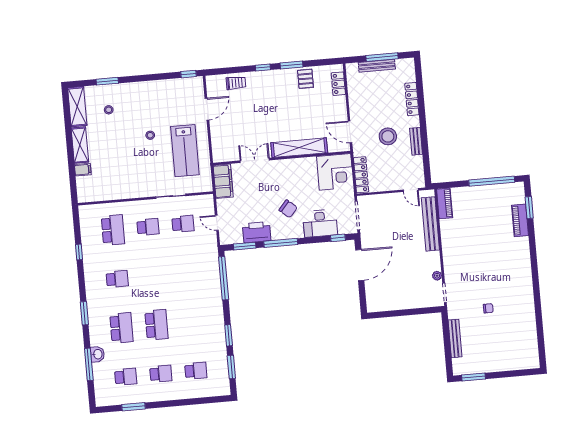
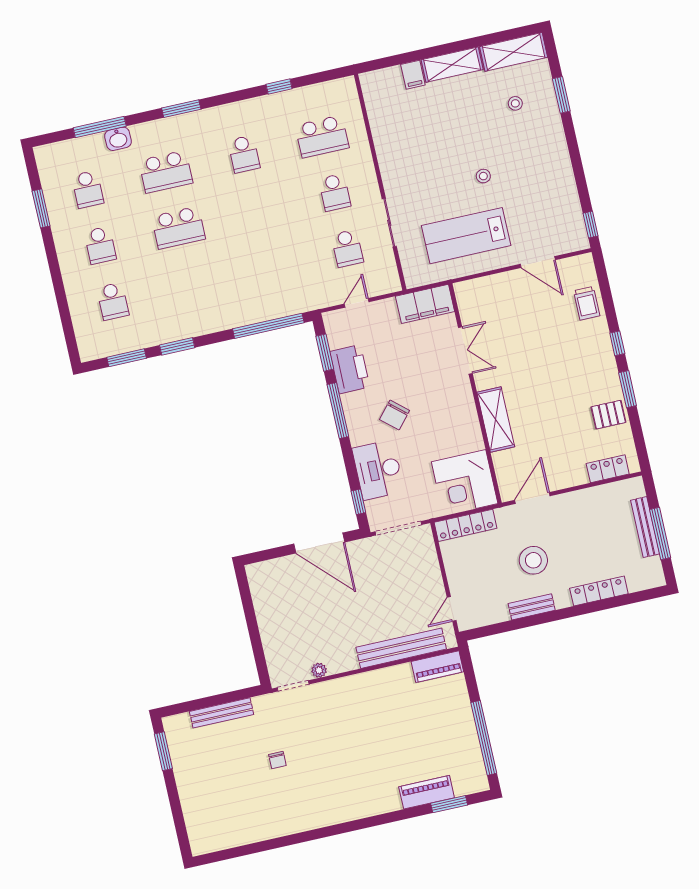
shelving: (299, 148) -> (496, 419), width x0.68

